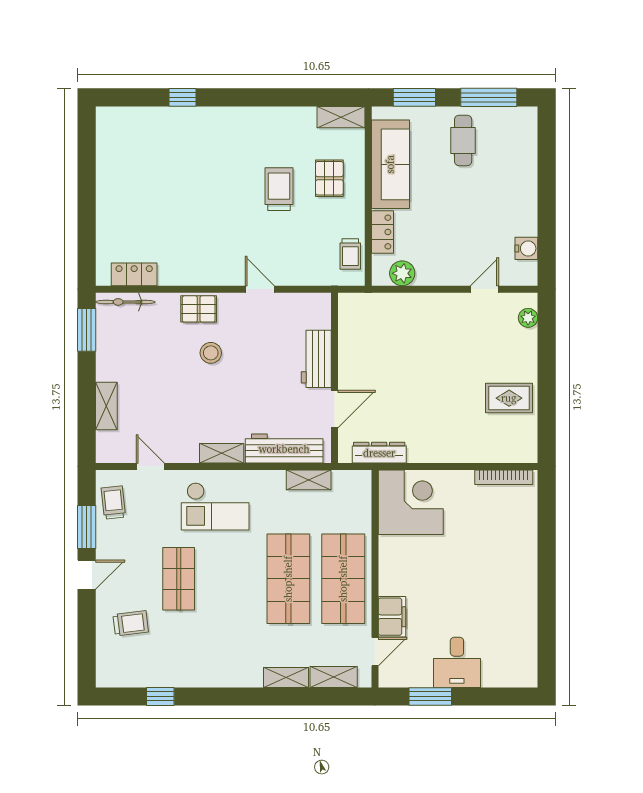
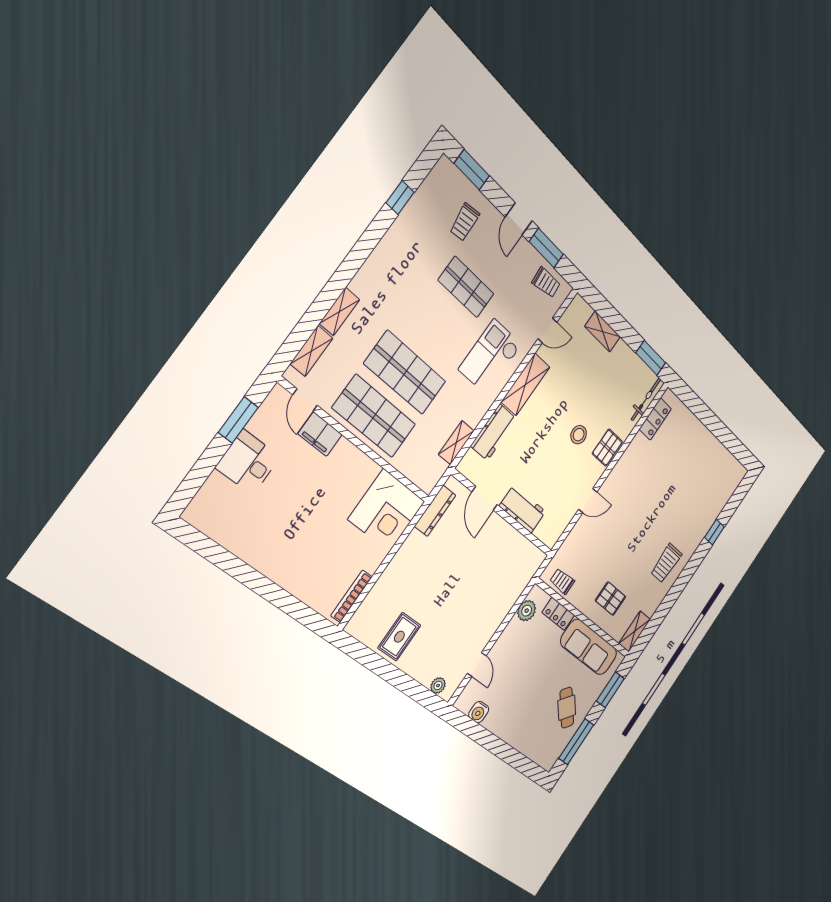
cafe table: (463, 140) -> (567, 708), turned 44
trolley: (279, 189) -> (666, 563), moved, turned 90
workbench: (284, 449) -> (494, 432), width x0.73
shelving: (222, 453) -> (525, 384), width x1.50, depth x1.33
window: (87, 651) -> (472, 170), added

